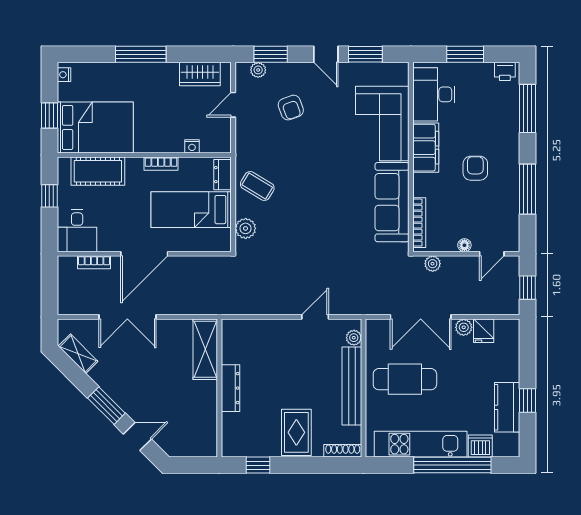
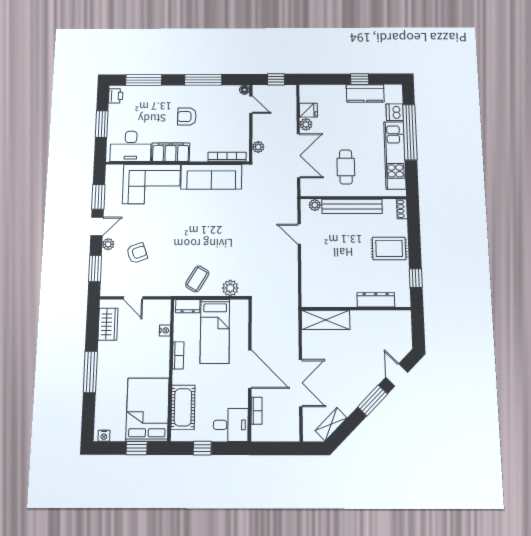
plant: (258, 70) -> (108, 244), moved
floor lamp: (464, 245) -> (245, 90), moved
cafe table: (405, 379) -> (346, 167), width x0.73, depth x0.74
dresser: (231, 388) -> (376, 300), moved
shoe rack: (343, 451) -> (402, 209), width x0.70

